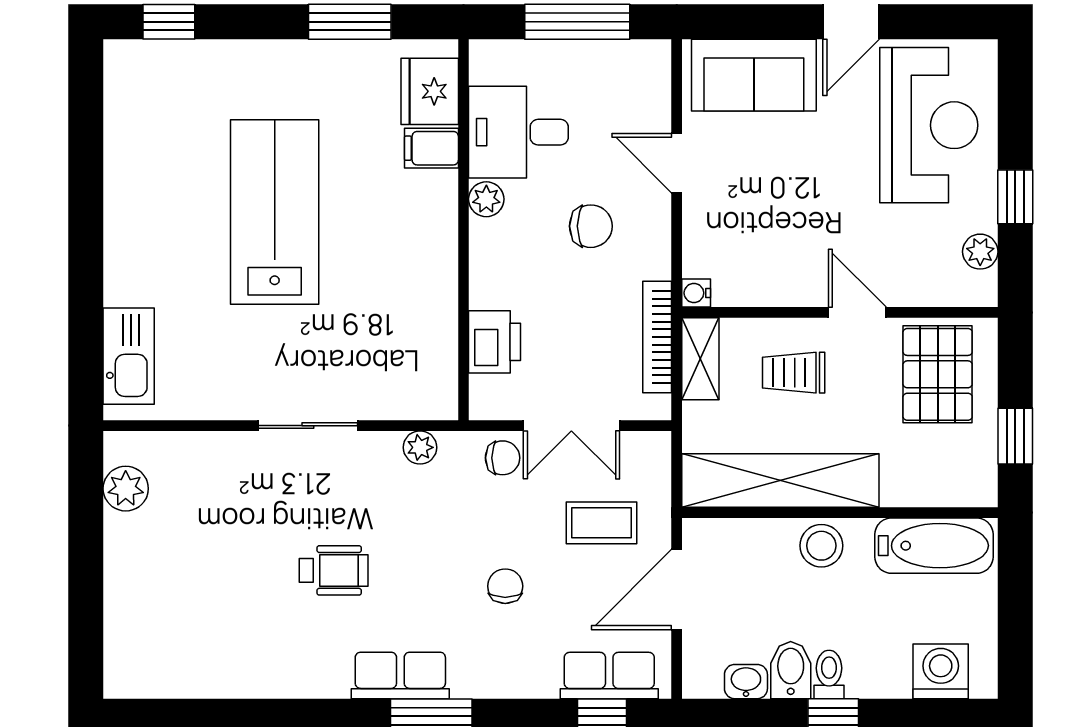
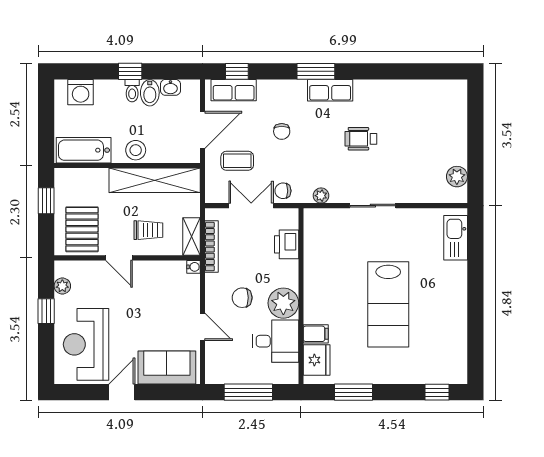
plant: (486, 199) -> (283, 303), width x1.88, depth x1.88

